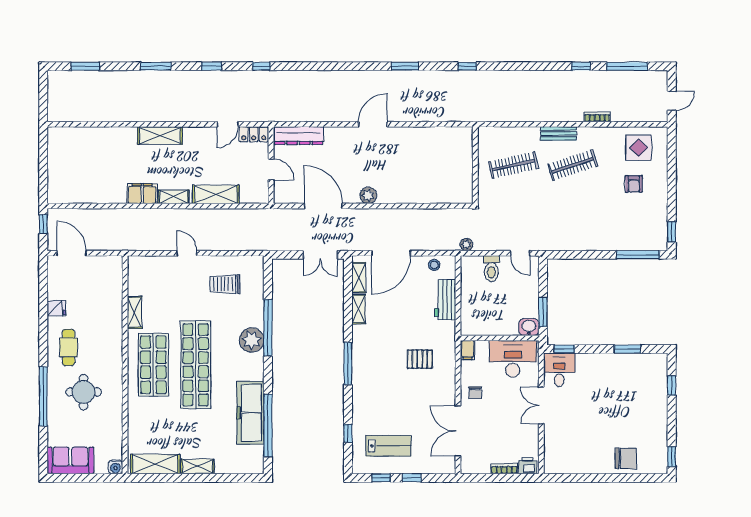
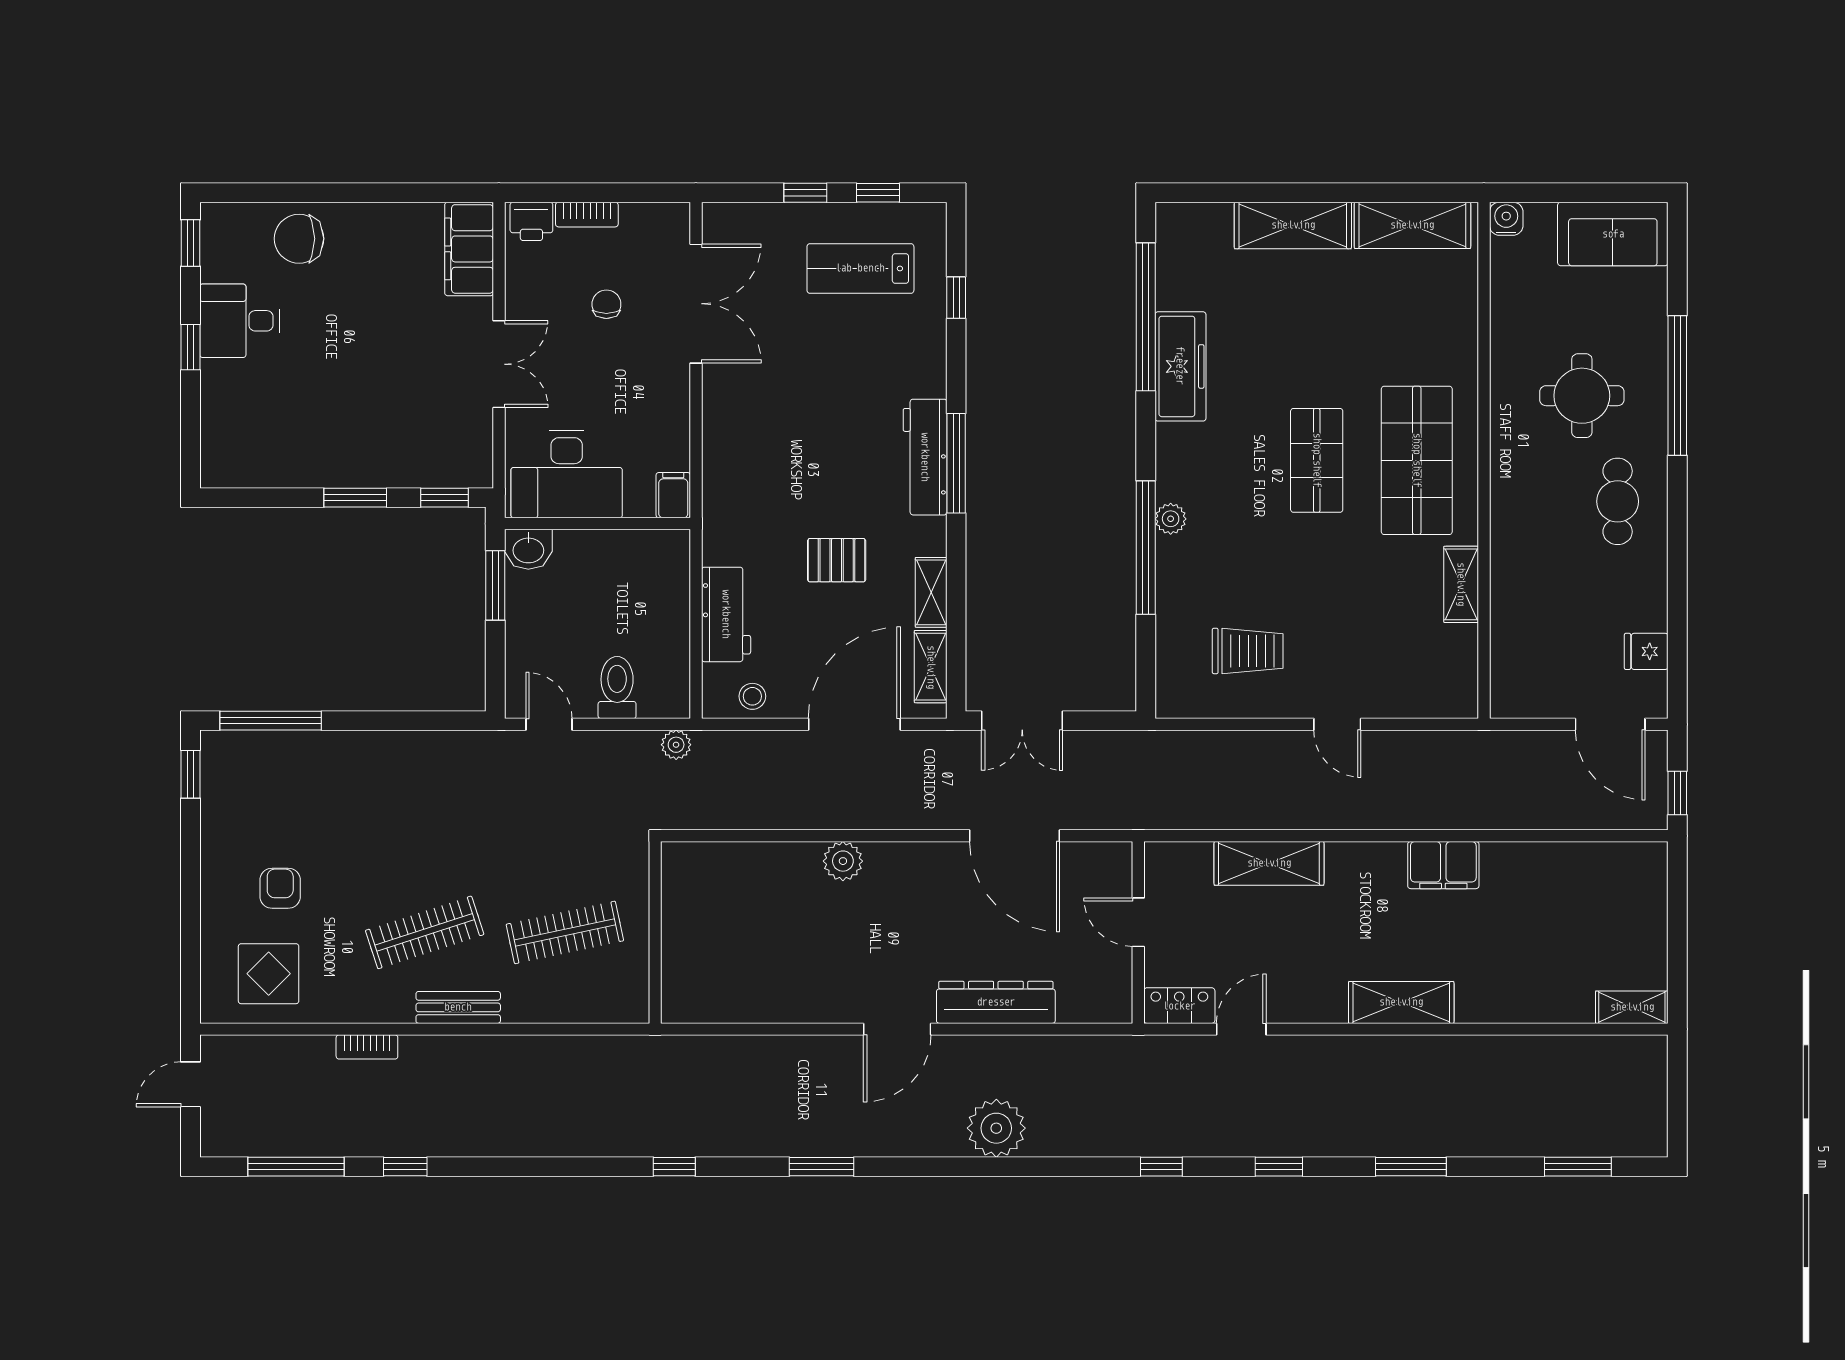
plant: (331, 82) -> (996, 1128), added
dresser: (298, 136) -> (996, 1002), moved
plant: (368, 195) -> (843, 861), moved
shelving: (174, 197) -> (1632, 1007), moved
double door: (320, 255) -> (1022, 721), swing flipped
fridge: (56, 308) -> (1646, 651), moved
plant: (252, 340) -> (1171, 519), width x0.53, depth x0.53
window: (628, 349) -> (355, 498), moved
pallet: (420, 359) -> (837, 560), moved
shop shelf: (196, 365) -> (1317, 460), width x0.50, depth x0.74
workbench: (361, 366) -> (925, 457), added
desk: (559, 370) -> (239, 321), moved, turned 90
window: (672, 386) -> (190, 347), moved
chair: (475, 393) -> (606, 304), moved
freezer: (250, 413) -> (1180, 366), width x0.73, depth x0.79
filing cabinet: (554, 454) -> (469, 249), added
shelving: (197, 466) -> (1293, 225), width x1.50, depth x1.33

